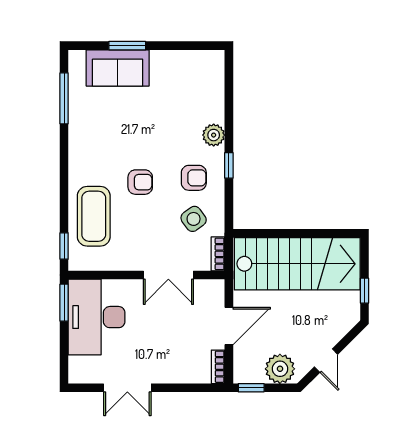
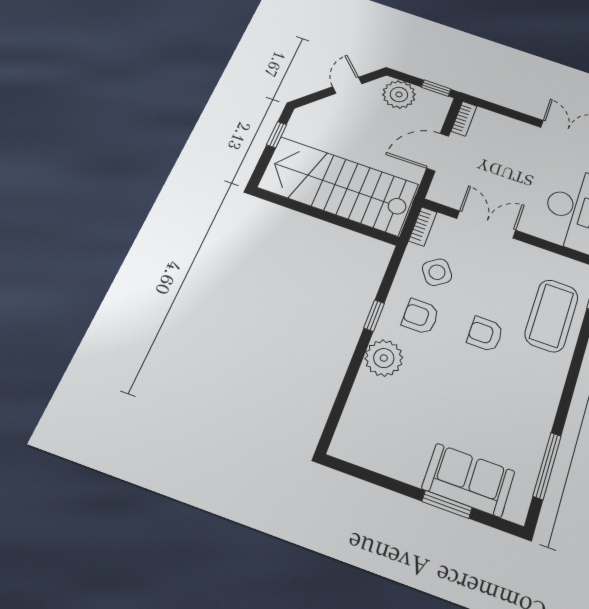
plant: (214, 135) -> (384, 358), width x1.36, depth x1.36

